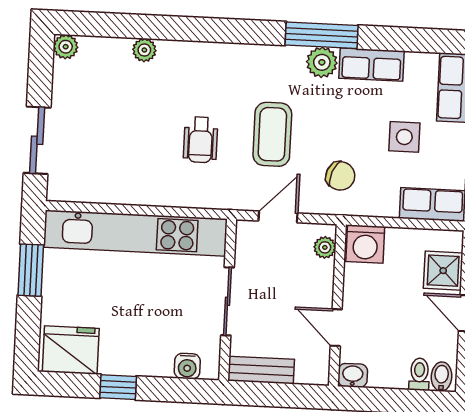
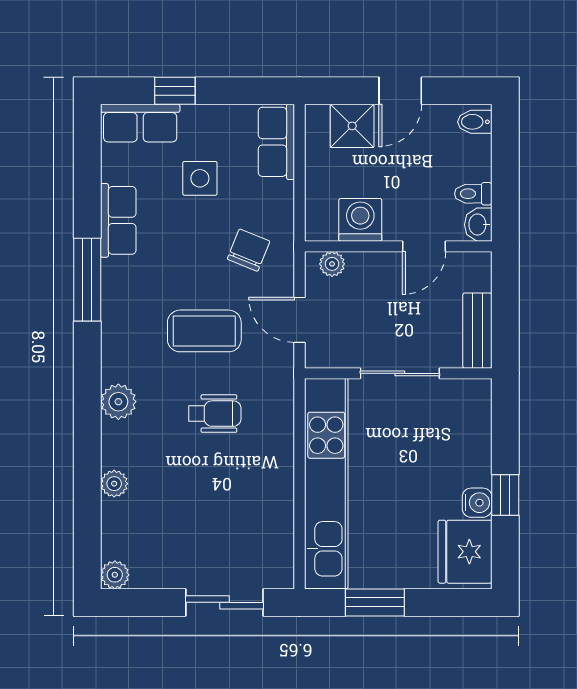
plant: (322, 62) -> (118, 402), moved
washing machine: (365, 244) -> (360, 220), moved, turned -90
water cooler: (187, 366) -> (477, 503), moved
toilet: (419, 374) -> (473, 194), moved

